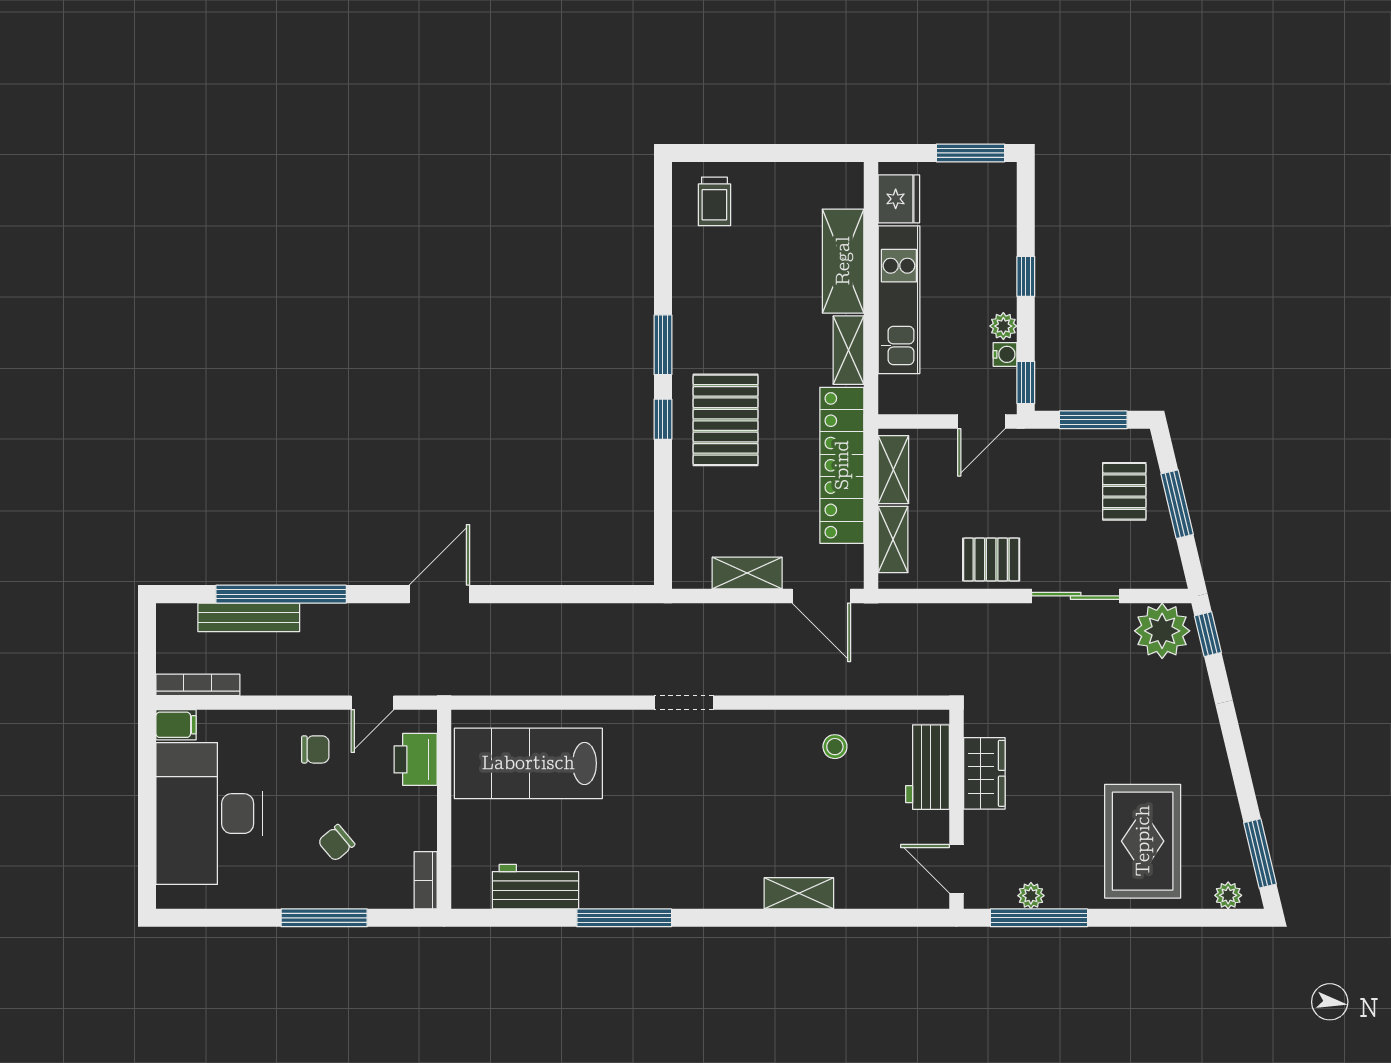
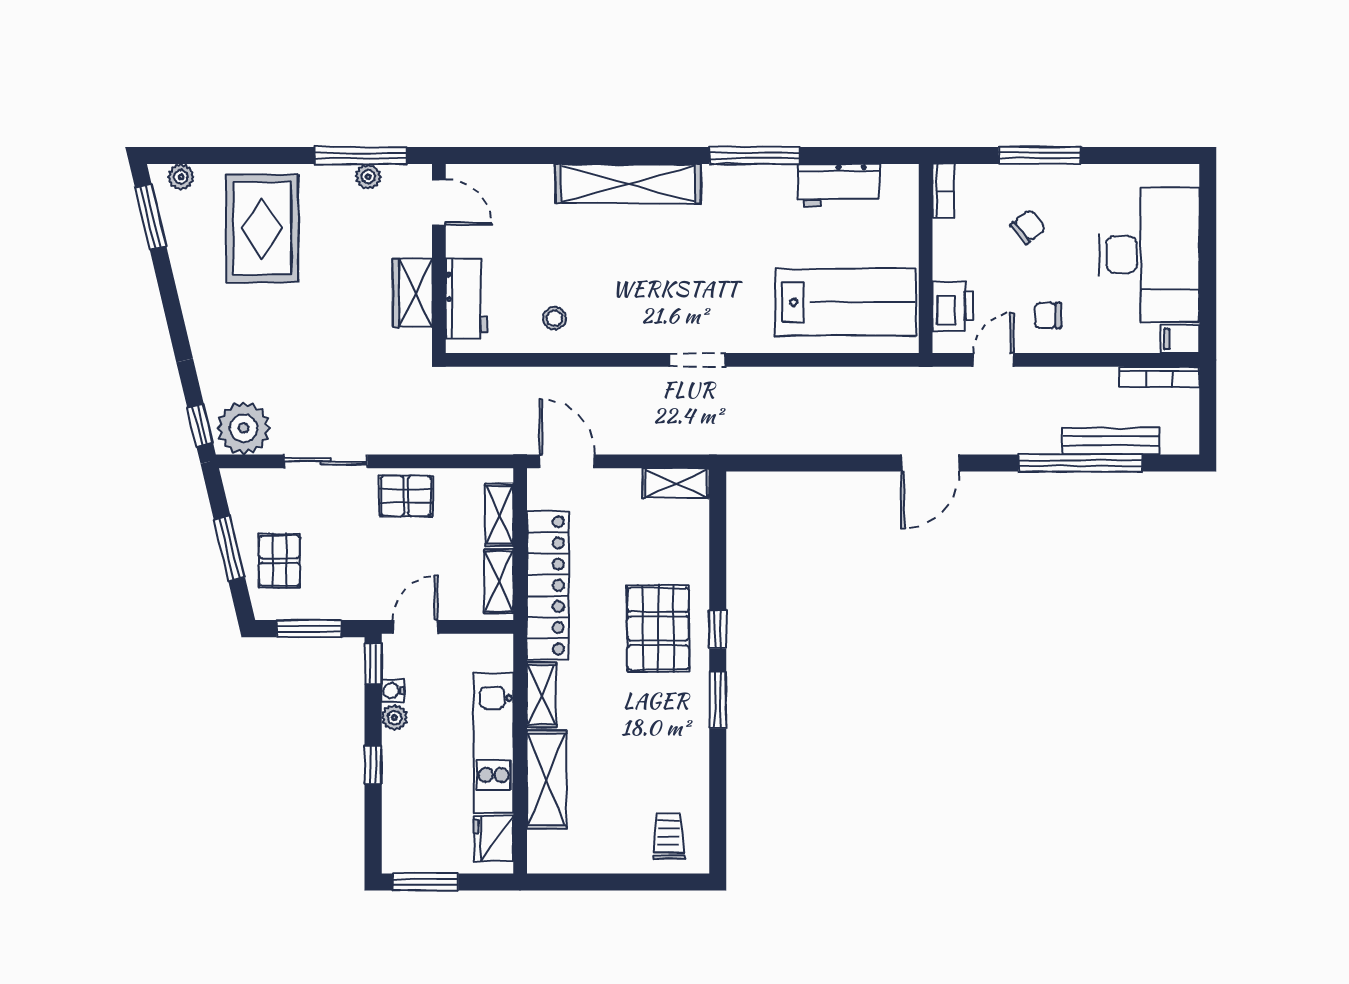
shelving: (747, 573) -> (676, 483), moved
shelving: (799, 893) -> (628, 184), width x2.20, depth x1.33

